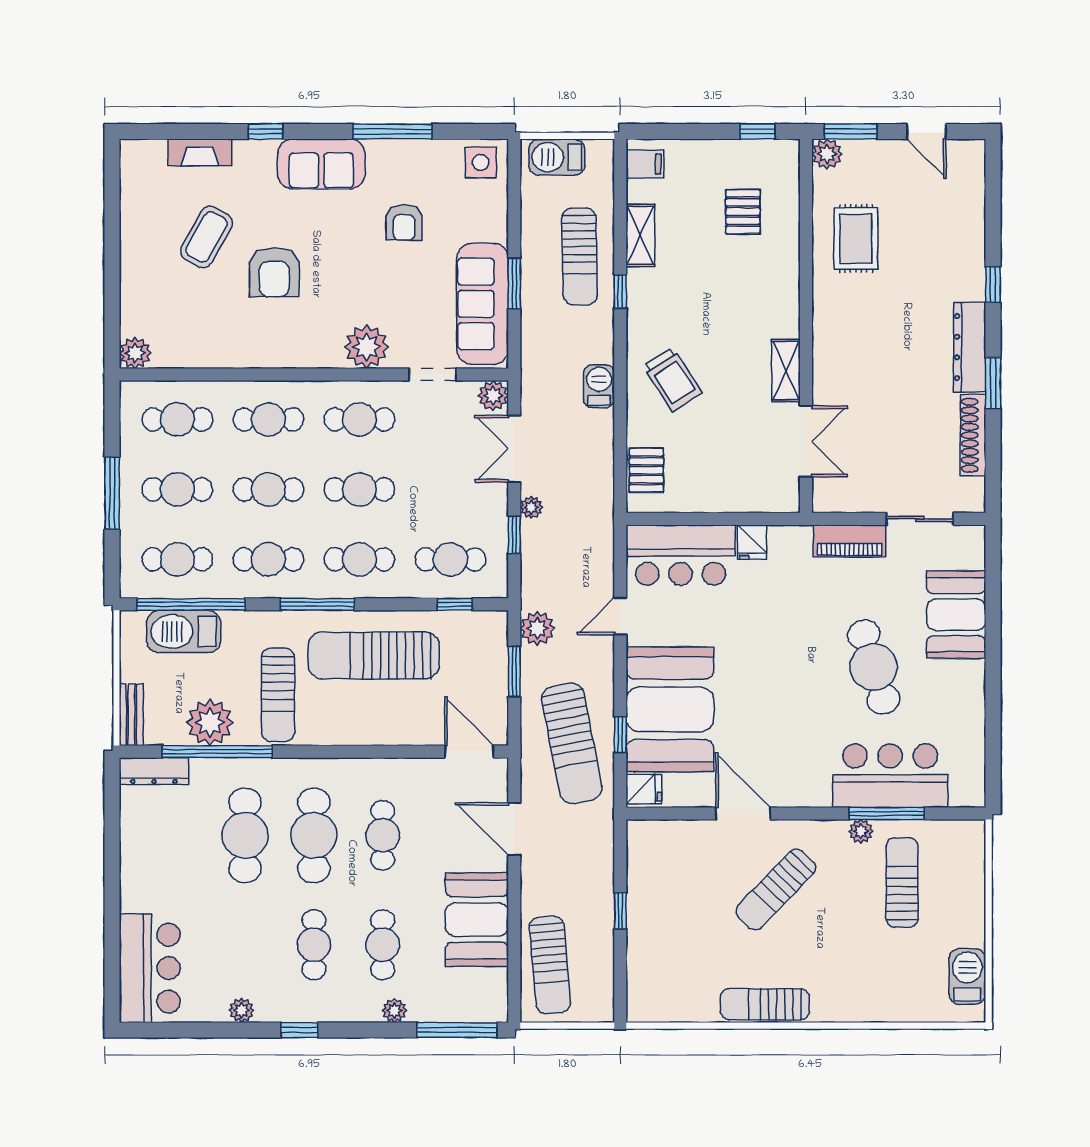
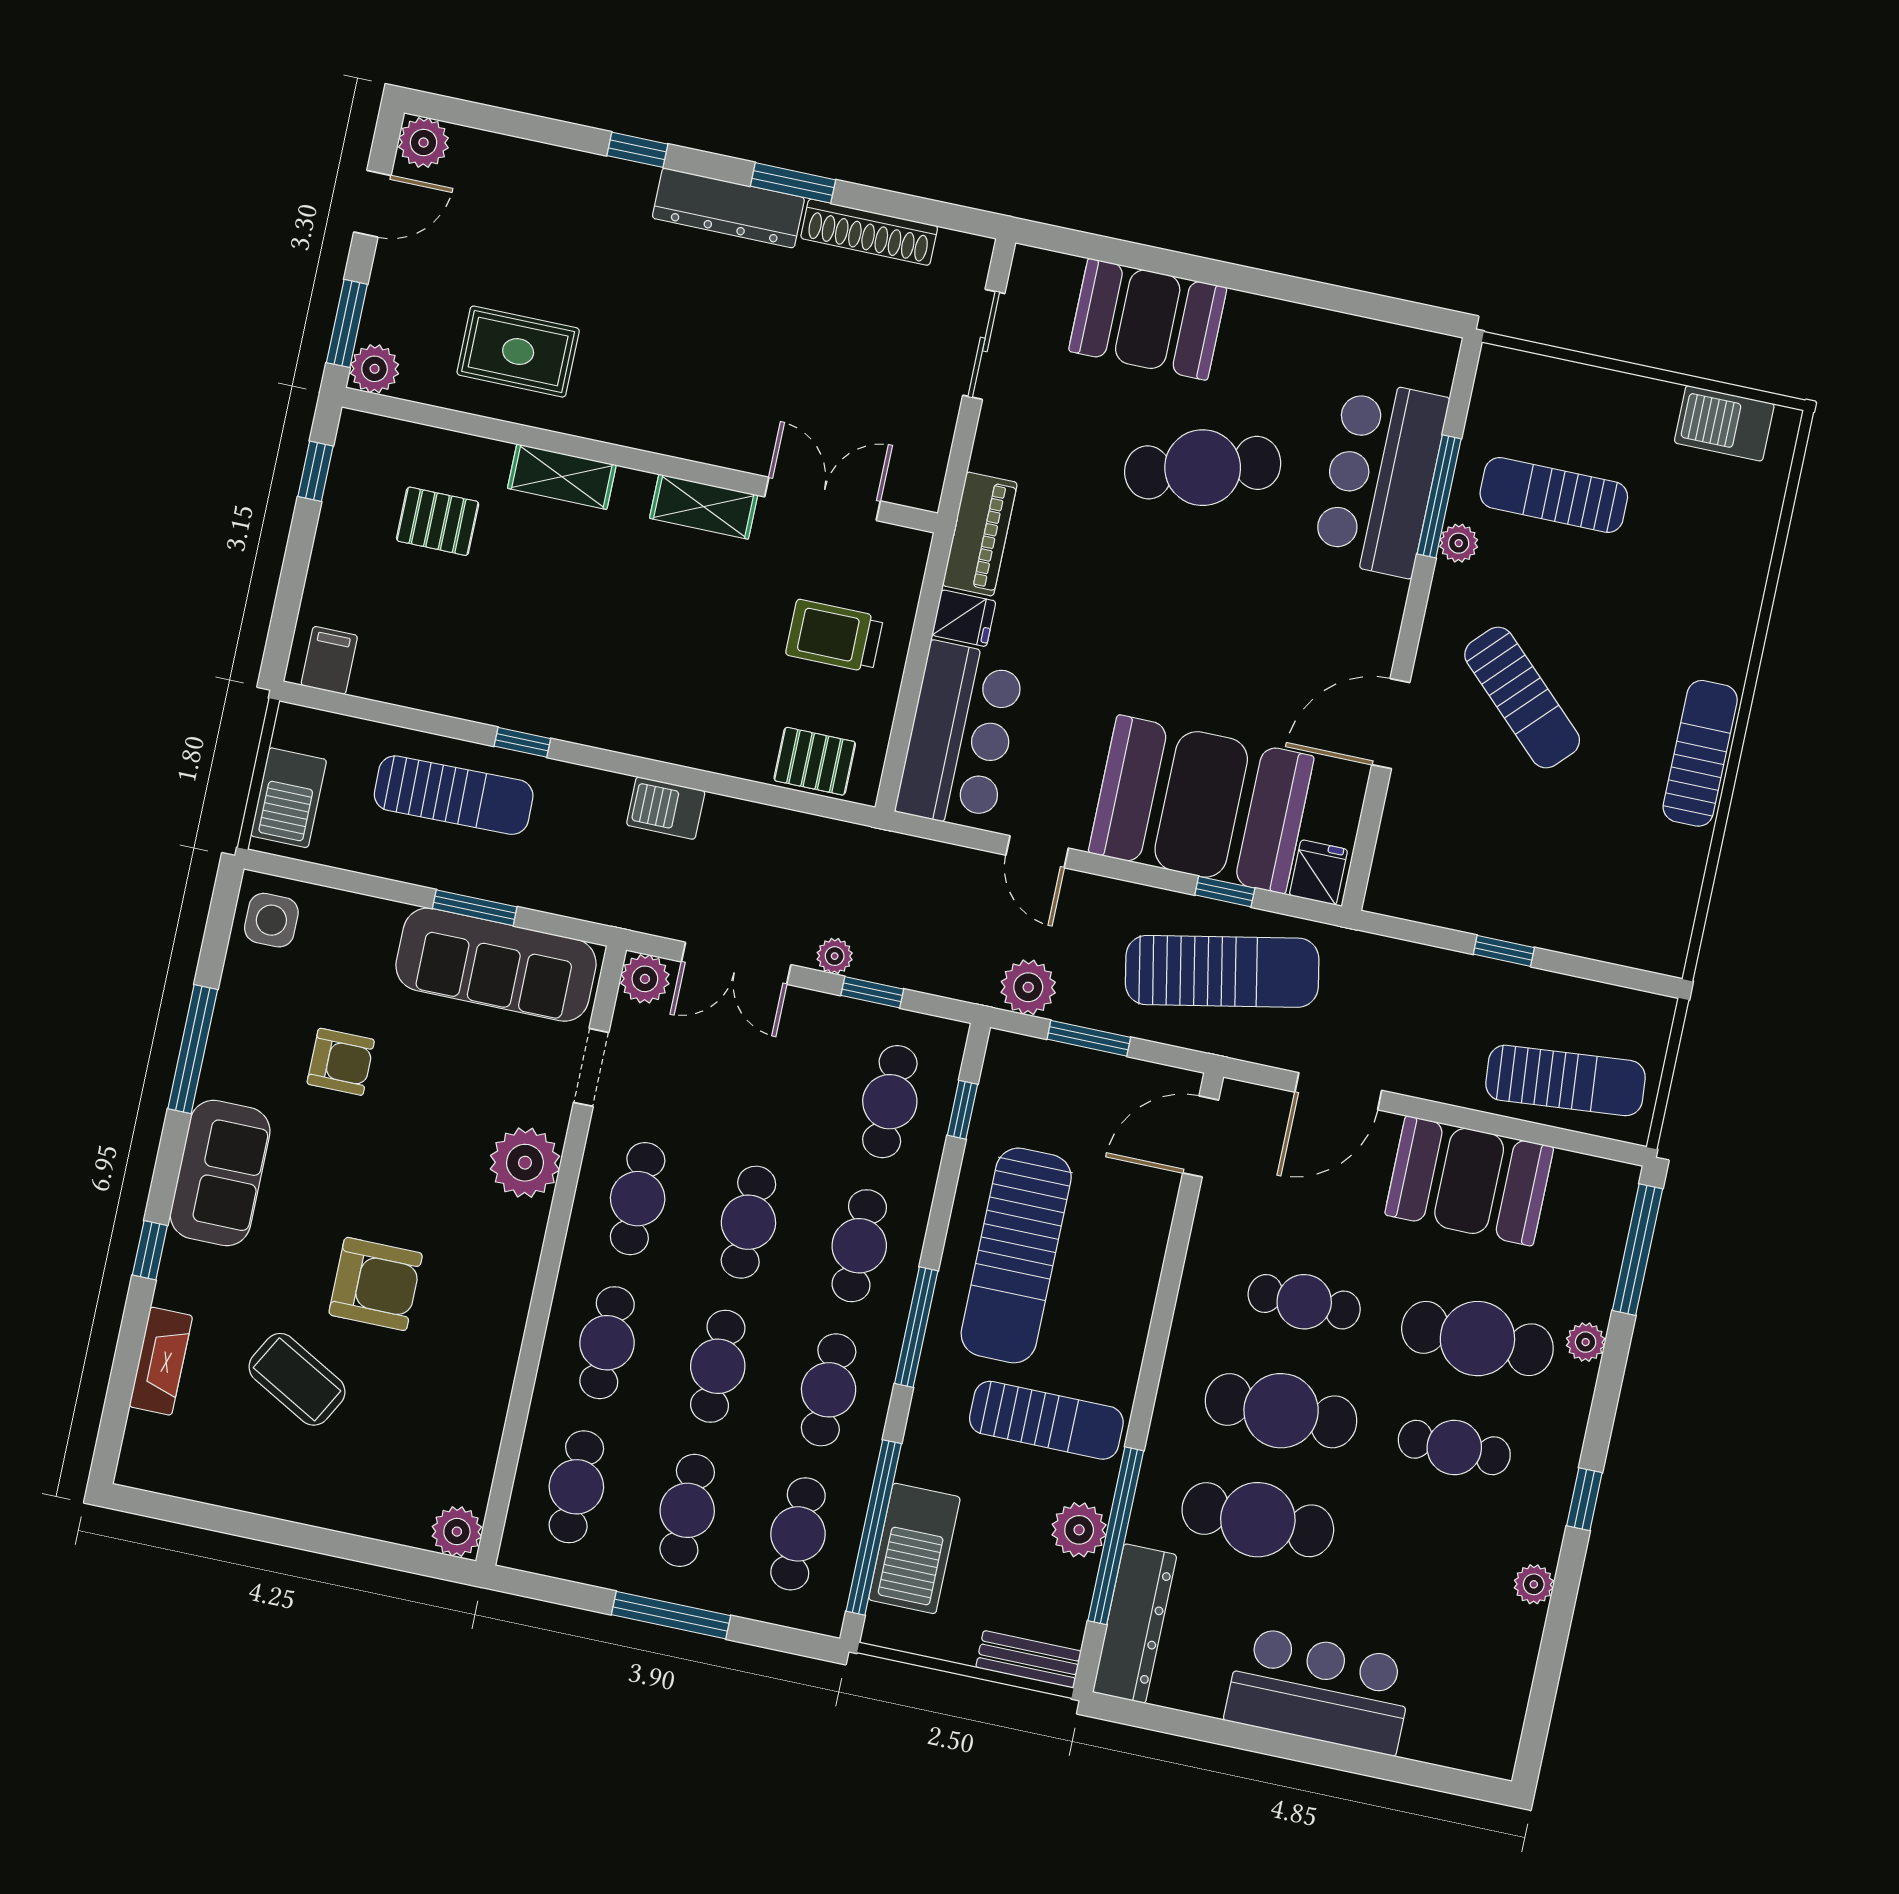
plant: (970, 154) -> (424, 142), added
shelving: (640, 235) -> (562, 477), moved
trolley: (673, 379) -> (834, 636), moved, turned -147
piano: (849, 541) -> (980, 534), moved
plant: (210, 722) -> (1079, 1530), width x0.73, depth x0.73
dresser: (154, 771) -> (1135, 1624), width x1.37, depth x1.24
cafe table: (383, 945) -> (1477, 1339), width x1.37, depth x1.35
bar counter: (150, 968) -> (1319, 1691), moved
sun lounger: (765, 1004) -> (1700, 753), turned 180

